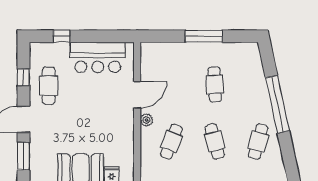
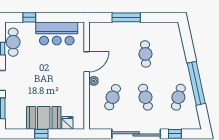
window: (204, 36) -> (126, 17), moved
cafe table: (49, 86) -> (13, 42), moved
window: (277, 104) -> (196, 83), moved

